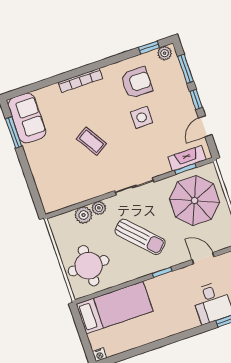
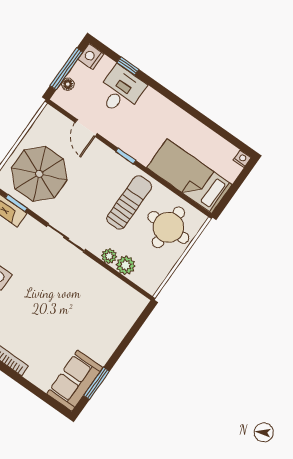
coffee table: (91, 141) -> (53, 307), removed
sun lounger: (140, 237) -> (129, 202), moved, turned 44

